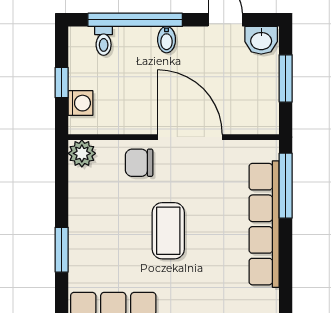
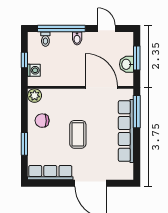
washbasin: (261, 40) -> (127, 64), moved, turned 90
door: (190, 137) -> (101, 87), moved
chair: (139, 163) -> (42, 121), moved

